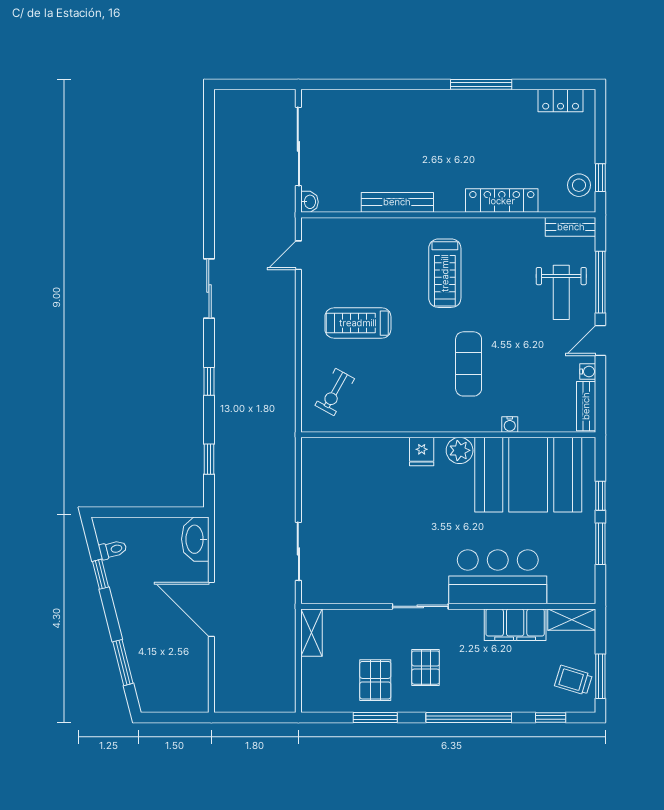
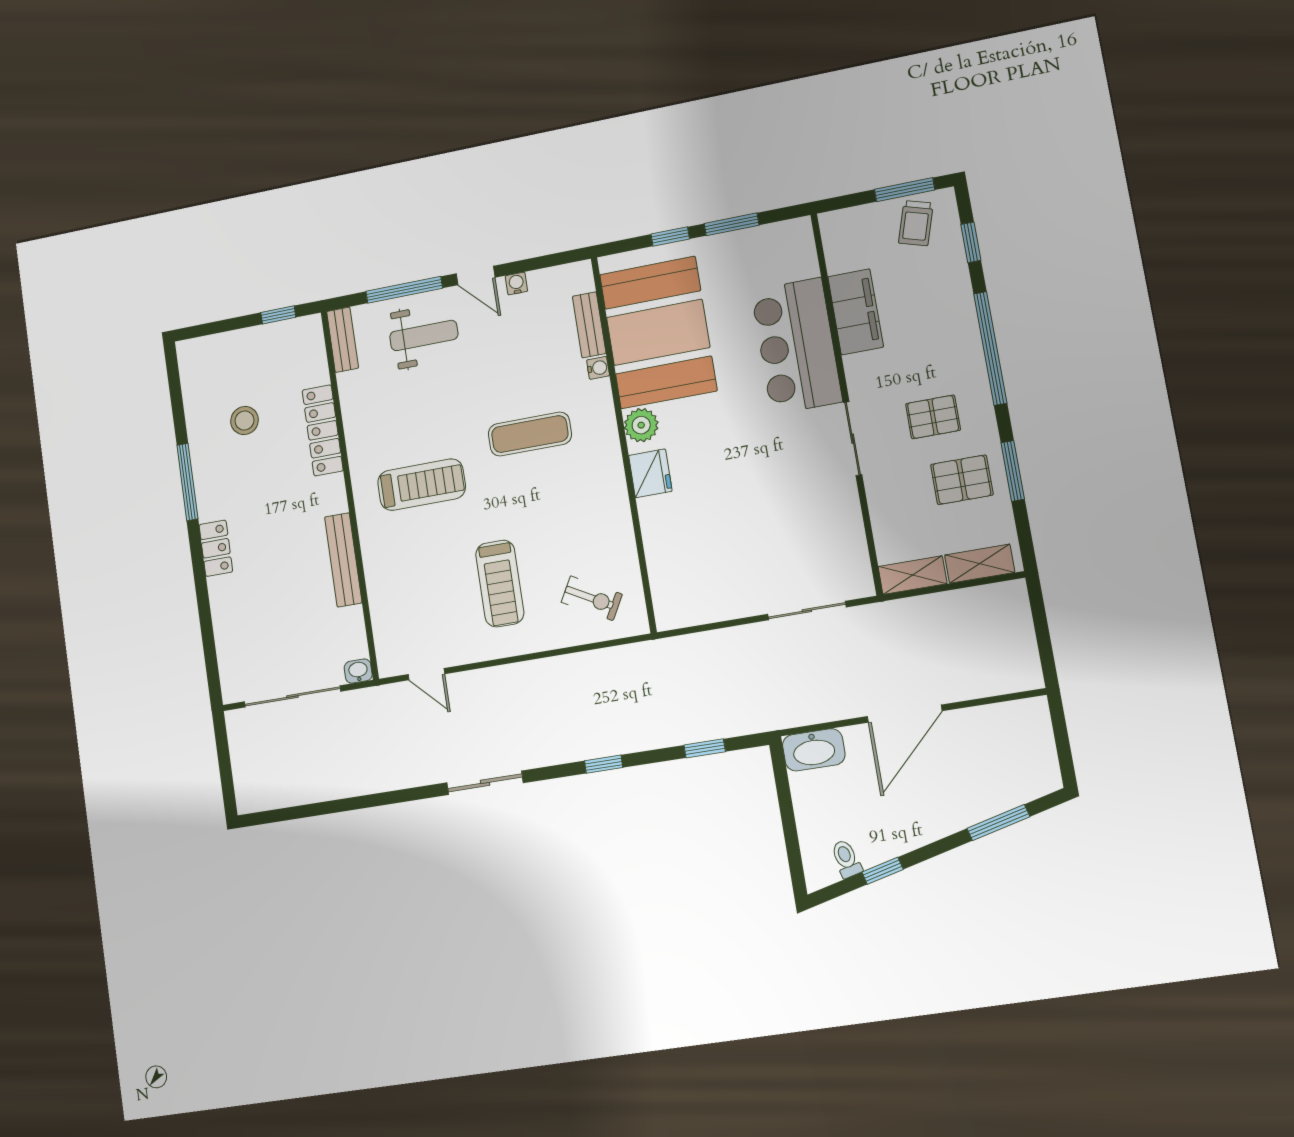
locker: (561, 101) -> (216, 548), moved
stool: (579, 185) -> (244, 421), moved
bench: (586, 406) -> (589, 325), moved, turned 90
fridge: (422, 452) -> (650, 473), width x1.38
shelving: (572, 620) -> (980, 564), moved, turned 90

